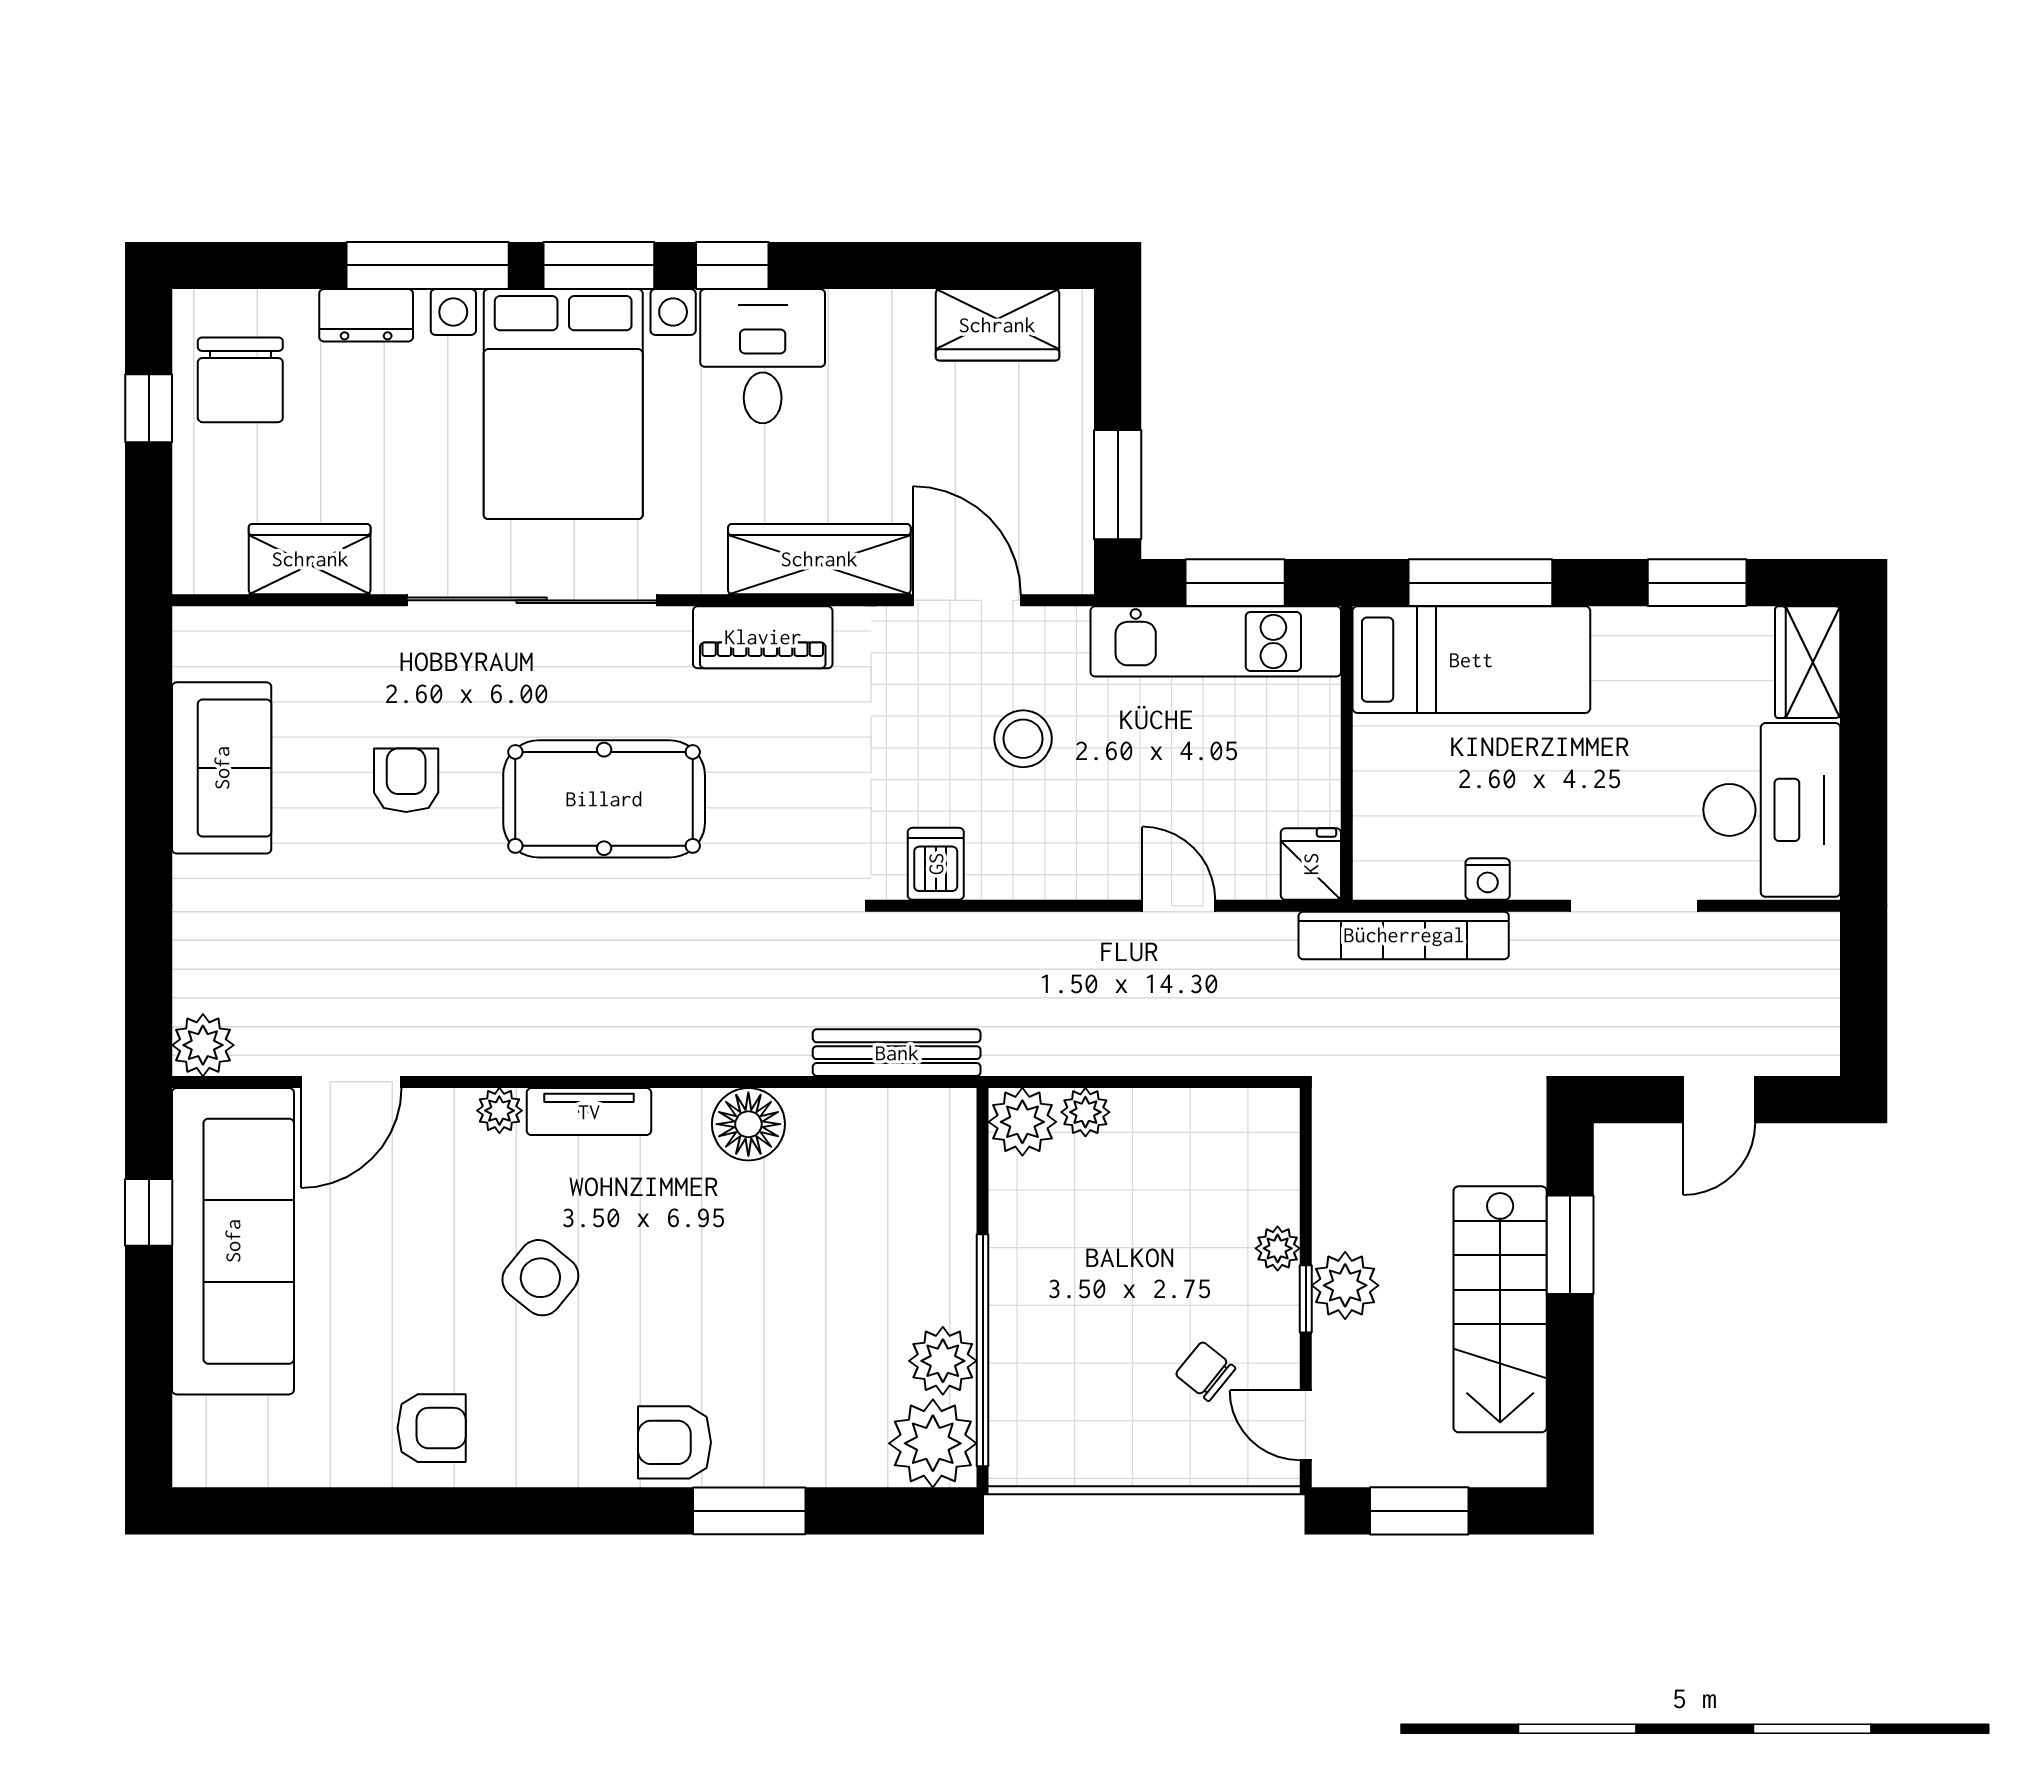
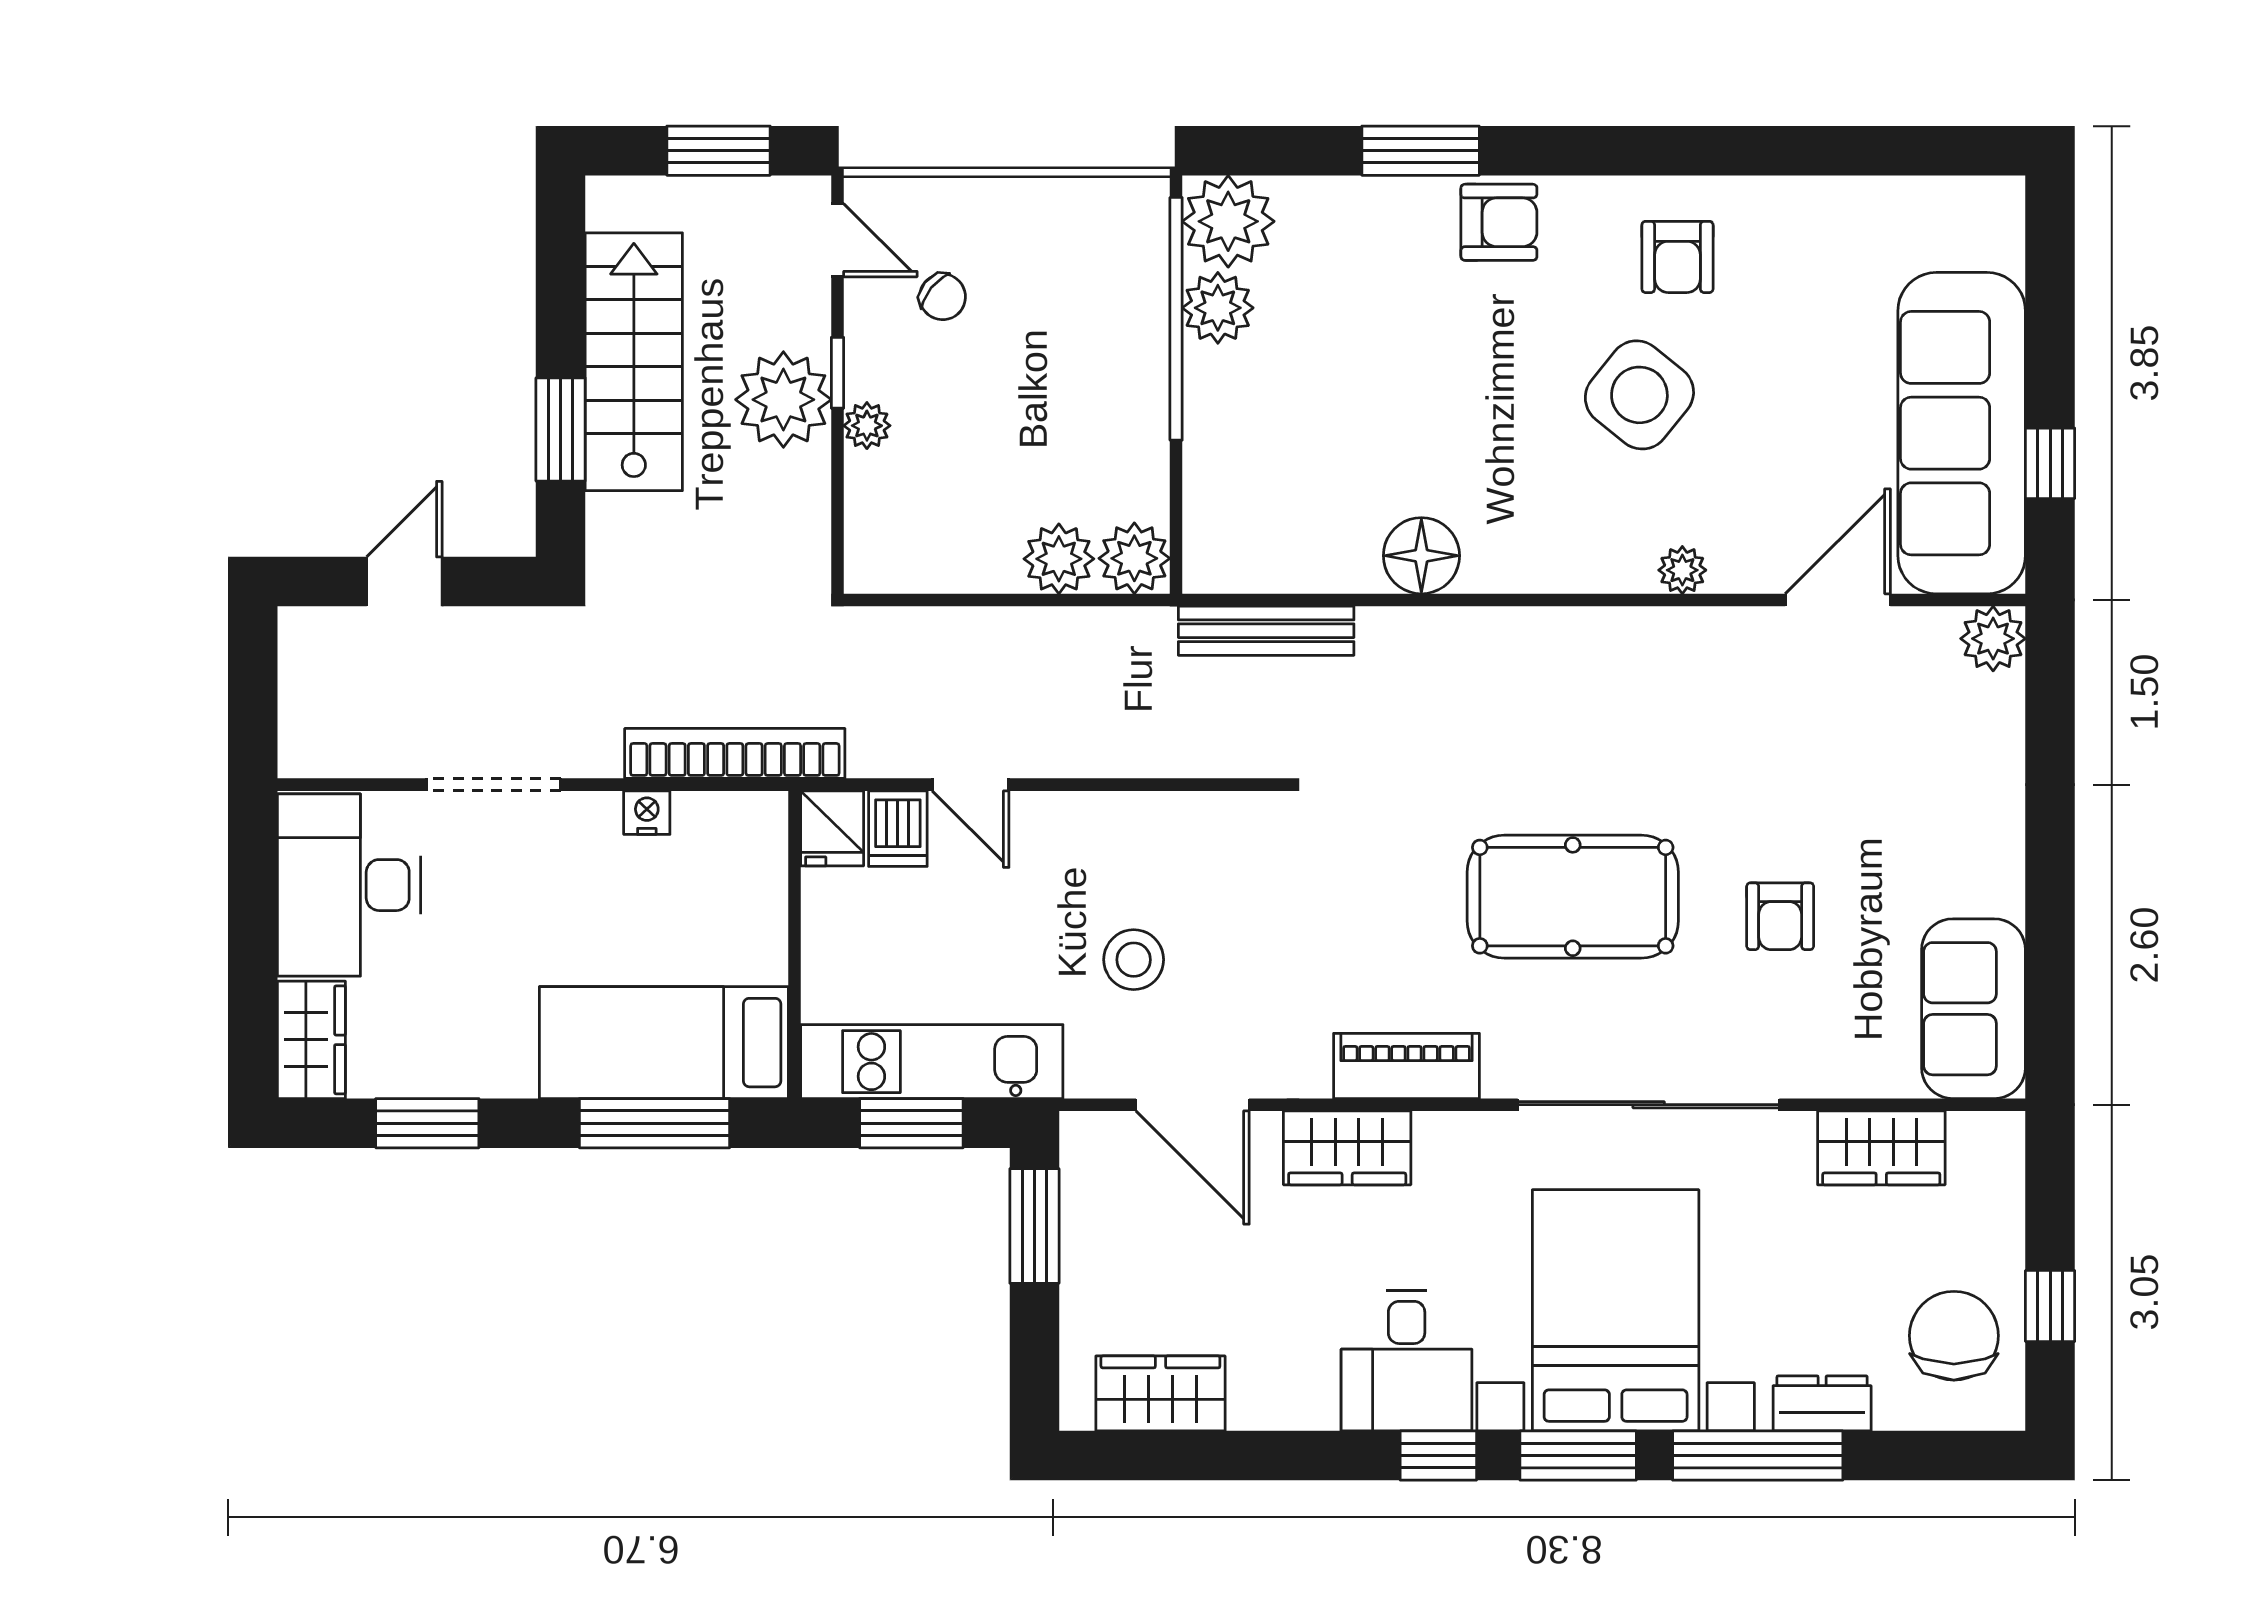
wardrobe: (819, 559) -> (1347, 1148), width x0.67
sofa: (222, 768) -> (1973, 1009), moved
dishwasher: (936, 864) -> (898, 829), moved
tv unit: (589, 1112) -> (1589, 569), removed
plant: (1085, 1112) -> (1059, 559), width x1.38, depth x1.38
side table: (540, 1278) -> (1639, 395), width x1.37, depth x1.37
plant: (1345, 1285) -> (783, 400), width x1.36, depth x1.36
armchair: (432, 1428) -> (1677, 257), moved, turned -90

